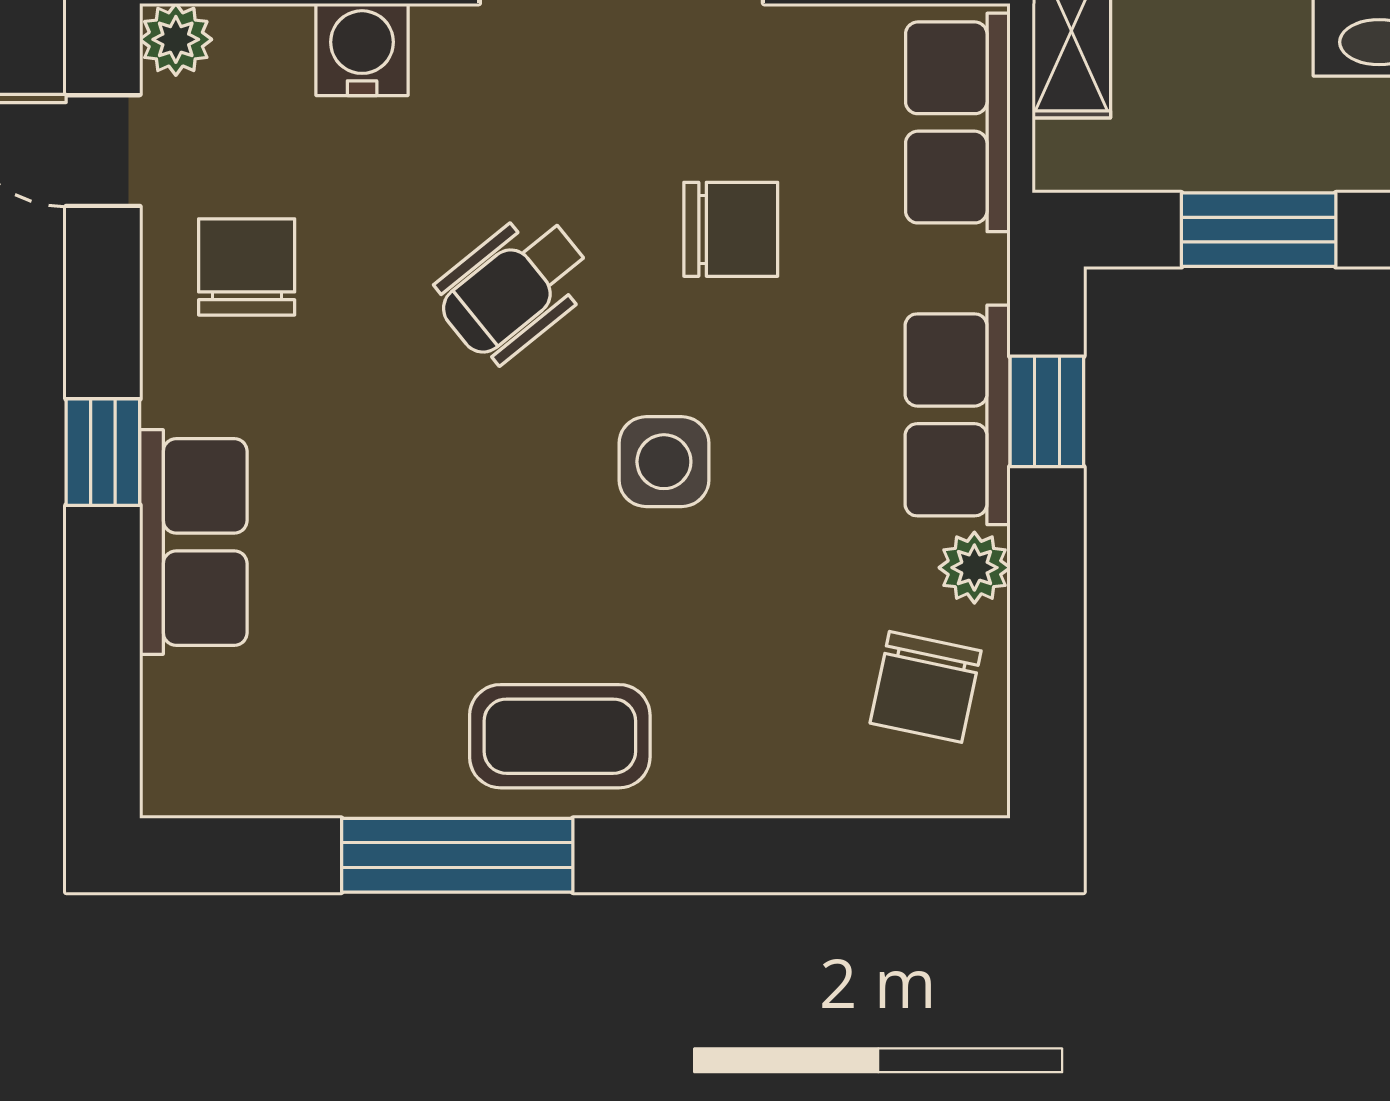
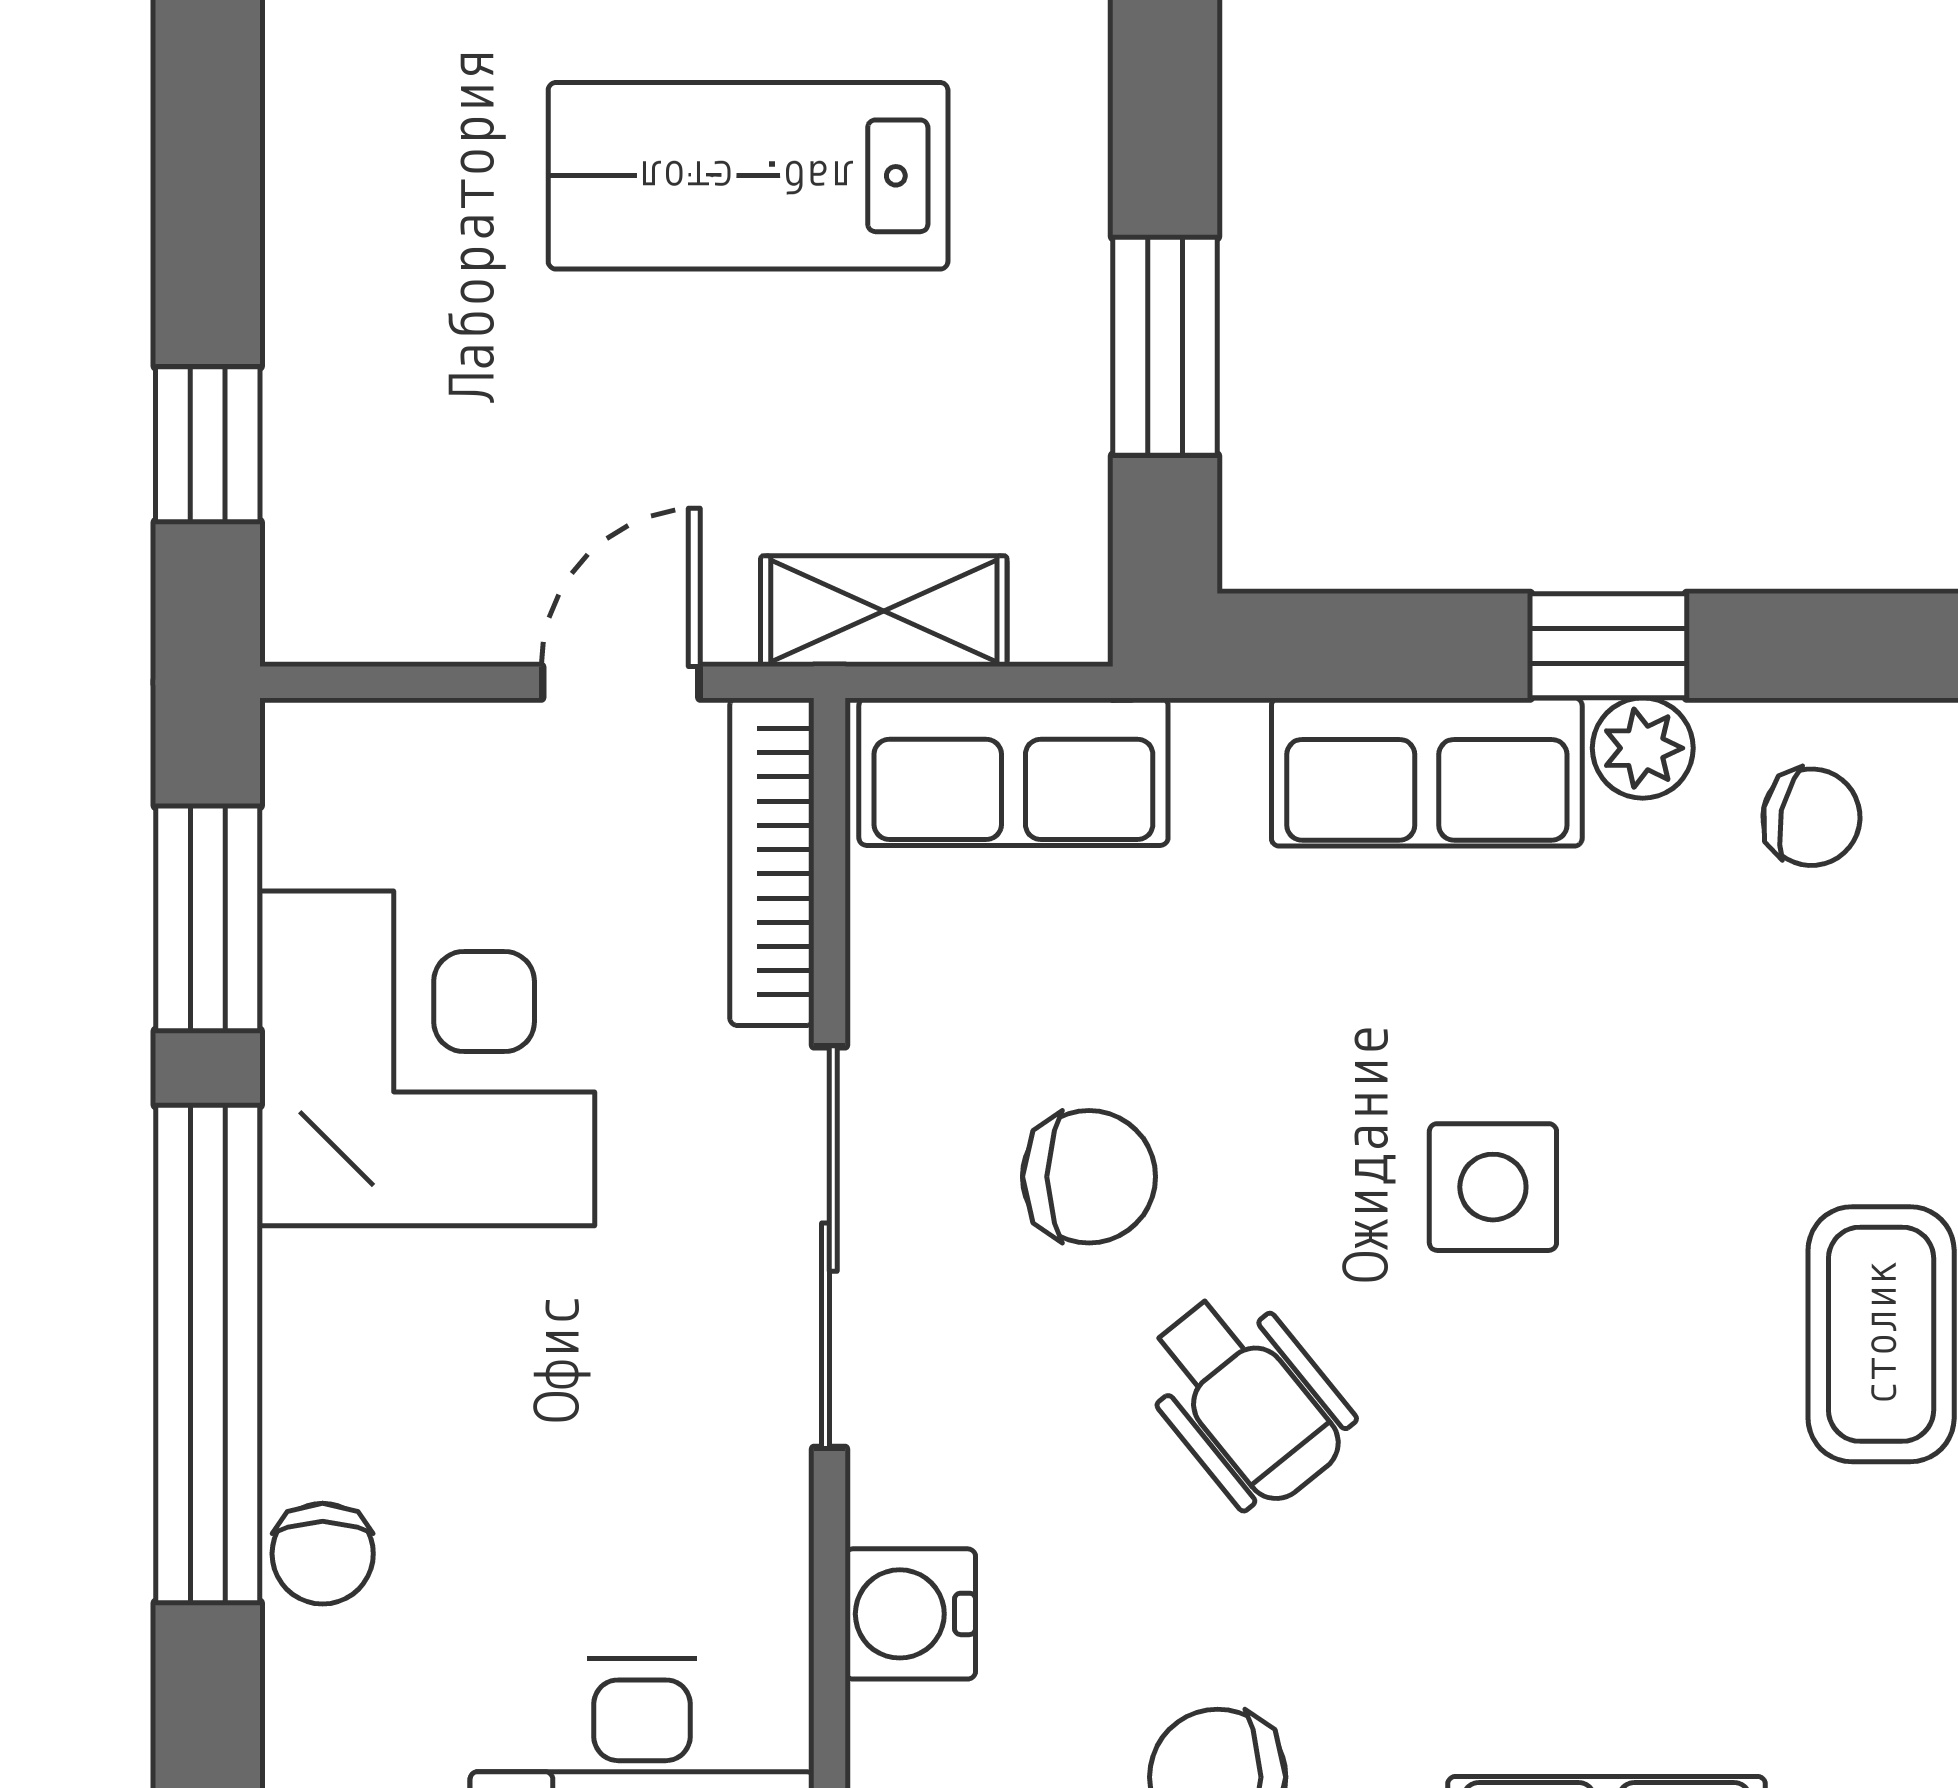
chair: (731, 229) -> (1089, 1177), moved, turned 90
window: (1047, 411) -> (1608, 646), moved
chair: (926, 687) -> (1811, 817), width x0.73, depth x0.73

